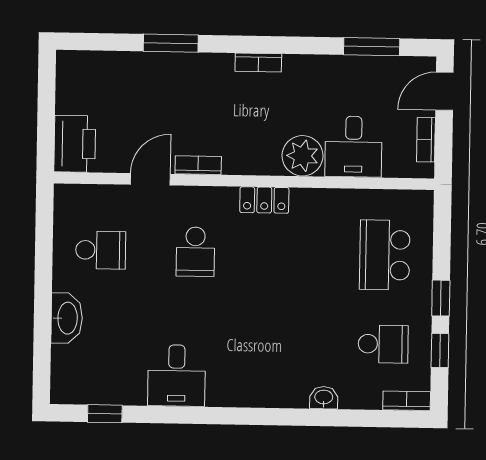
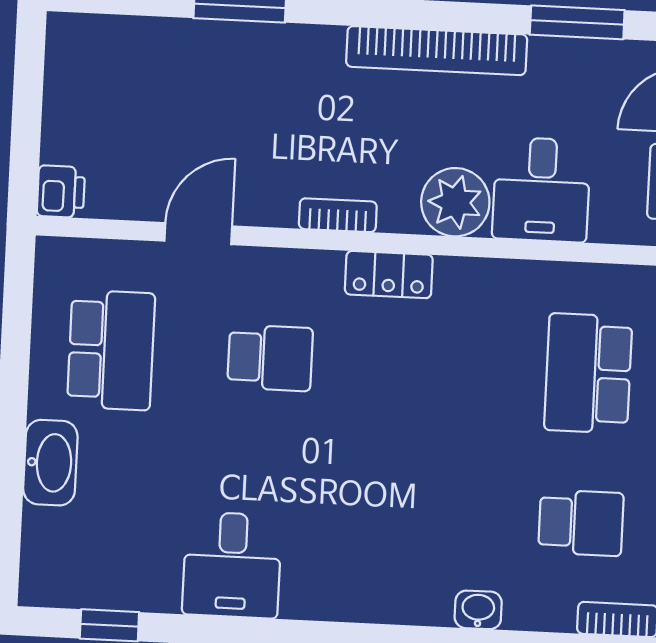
bookcase: (258, 63) -> (437, 51), width x2.31, depth x1.31
printer: (75, 144) -> (61, 192), width x0.53, depth x0.68
bookcase: (198, 165) -> (338, 215), moved
school desk: (101, 250) -> (111, 350), width x1.85
school desk: (195, 252) -> (270, 358), turned -90

